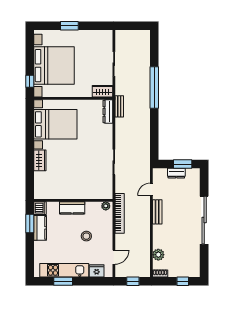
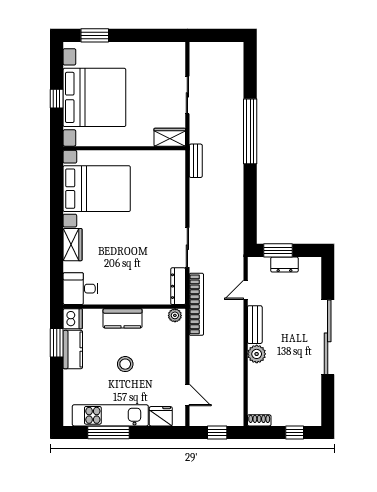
window: (69, 26) -> (95, 35), moved
window: (30, 81) -> (57, 99), moved
dresser: (108, 111) -> (178, 286), moved
window: (183, 164) -> (278, 250), moved
desk: (45, 189) -> (80, 289), added
bookcase: (120, 213) -> (196, 304), moved
stool: (86, 236) -> (125, 364), moved
plant: (158, 255) -> (257, 354), moved
door: (114, 257) -> (187, 395), hinge flipped
window: (63, 281) -> (109, 432), width x1.44

